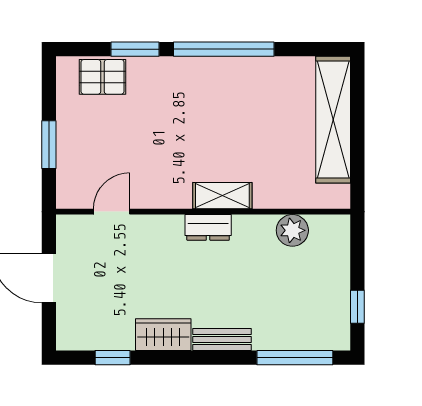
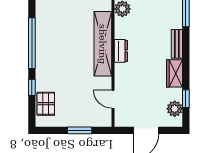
window: (135, 49) -> (32, 87), width x0.67
shelving: (222, 196) -> (103, 44), width x2.20, depth x1.33
plant: (92, 335) -> (175, 109), added

